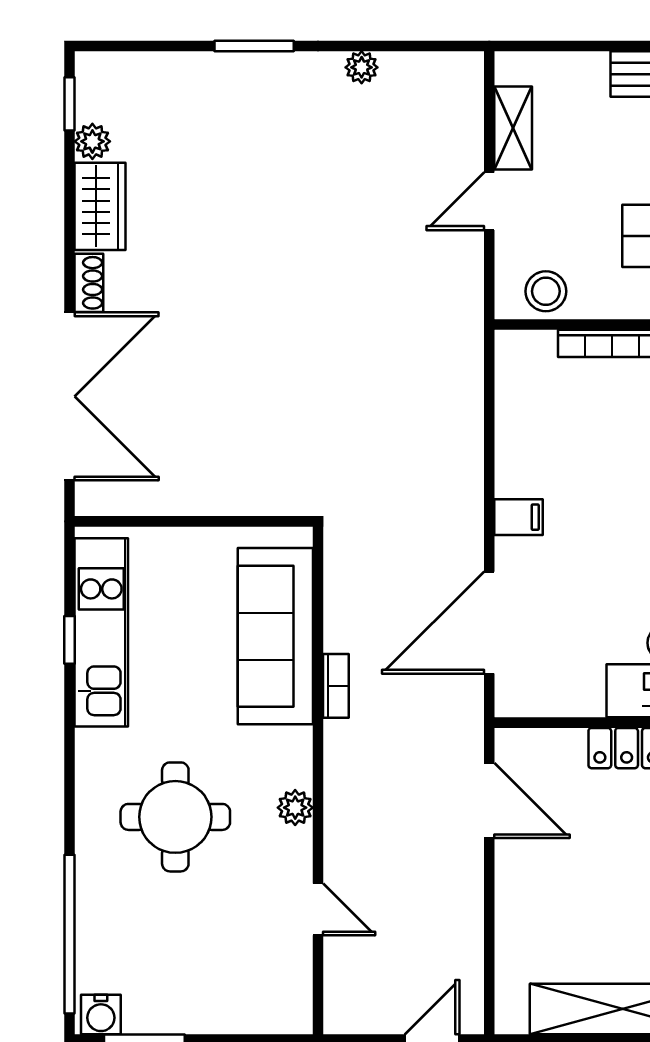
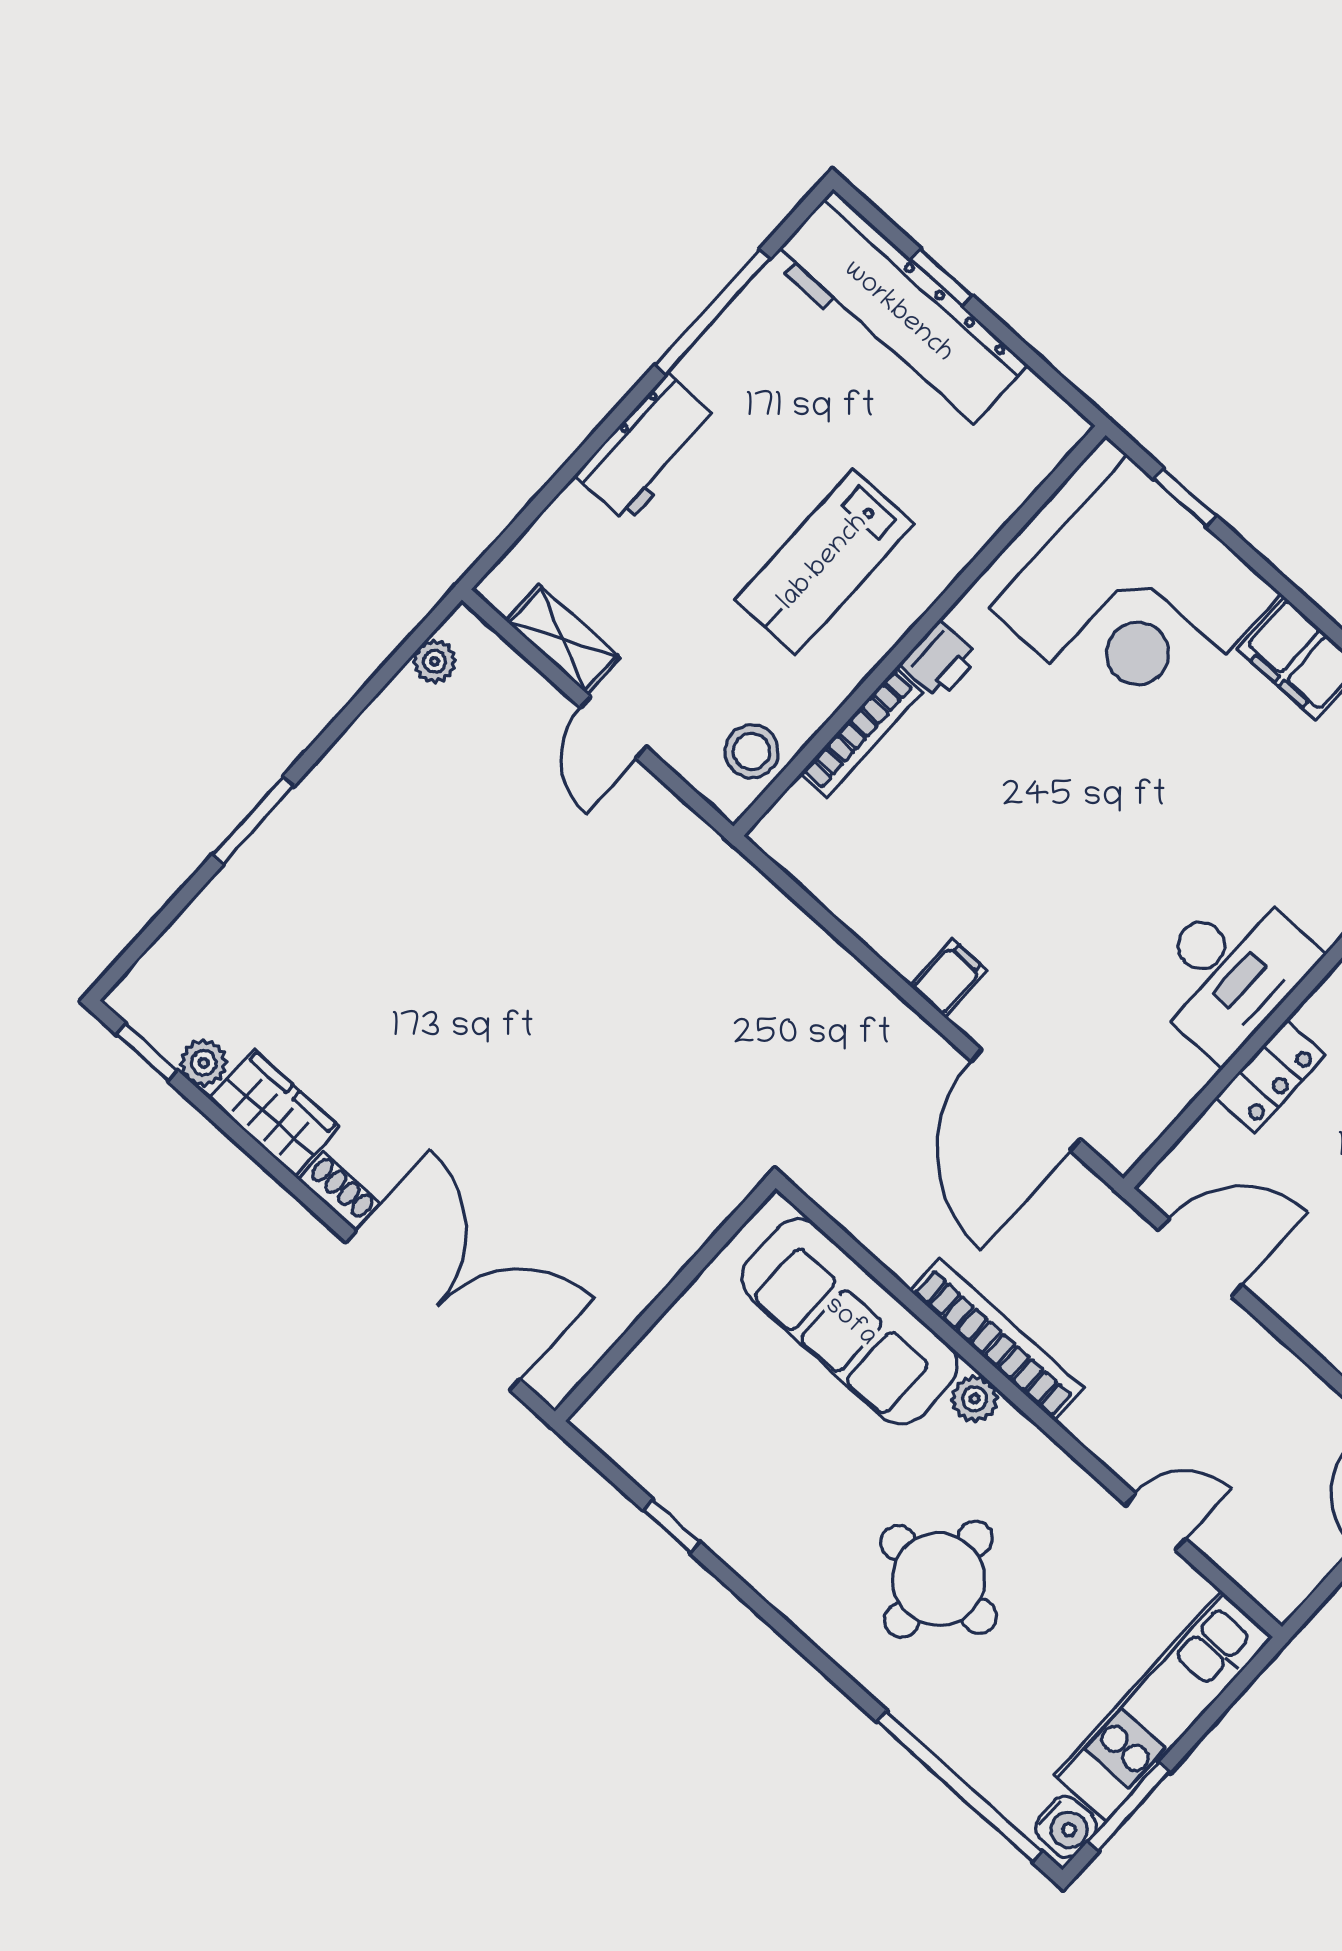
plant: (362, 67) -> (435, 661), moved
kitchen unit: (101, 632) -> (1164, 1706), moved, turned -90
bookcase: (336, 686) -> (997, 1339), width x2.31, depth x1.31
plant: (295, 808) -> (975, 1399), moved

